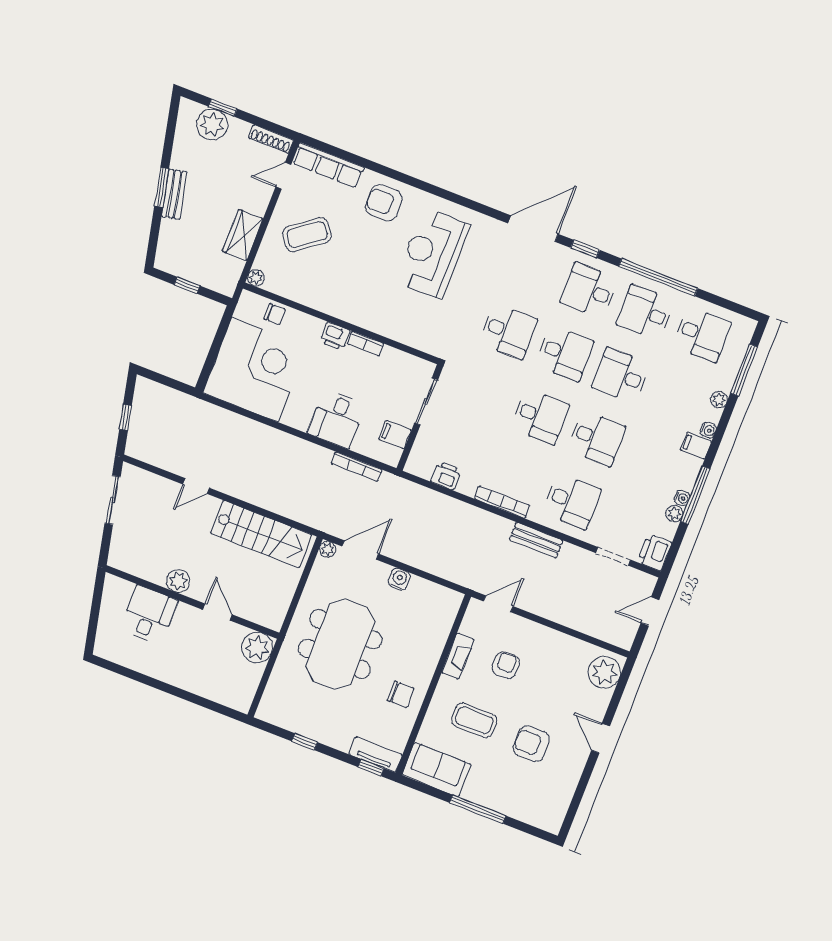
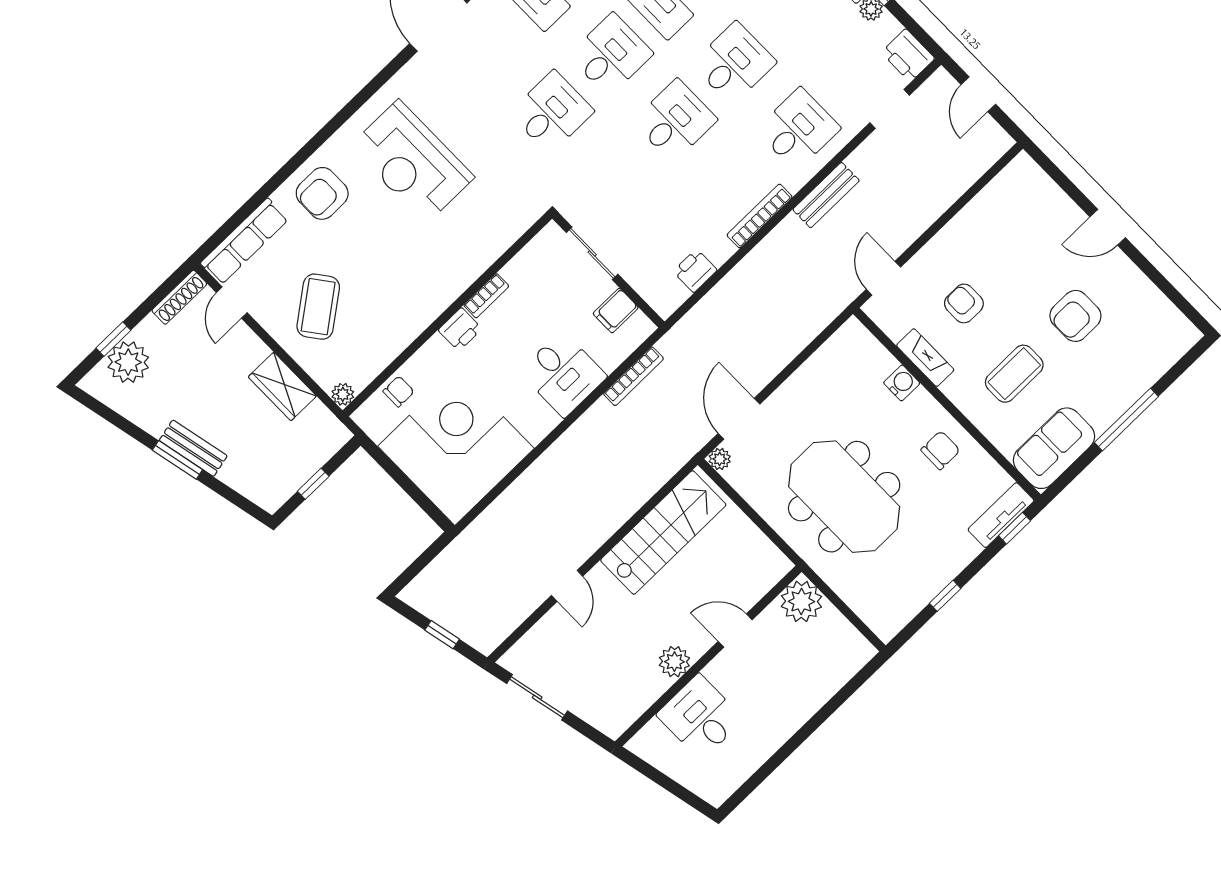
water cooler: (399, 579) -> (902, 383), moved, turned 90
plant: (604, 672) -> (1028, 185), removed

